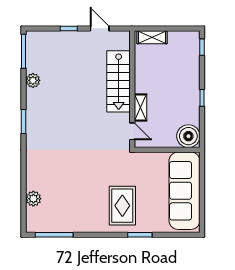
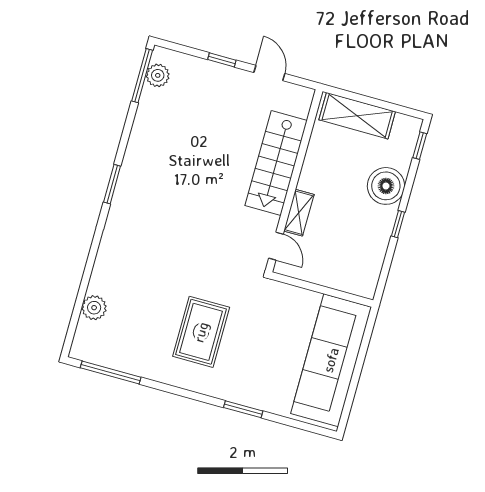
shelving: (152, 37) -> (357, 116), width x1.50, depth x1.33
plant: (33, 80) -> (158, 75), moved
boiler: (188, 136) -> (386, 186), moved
rug: (122, 206) -> (201, 332), moved

